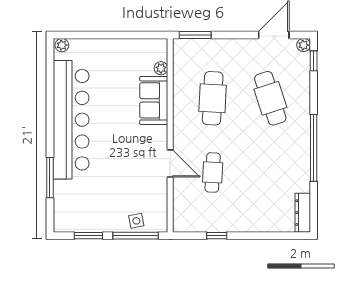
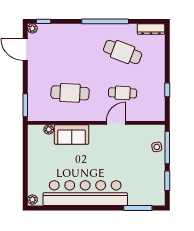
cafe table: (270, 98) -> (123, 52), moved, turned 39
window: (50, 178) -> (138, 208), moved

